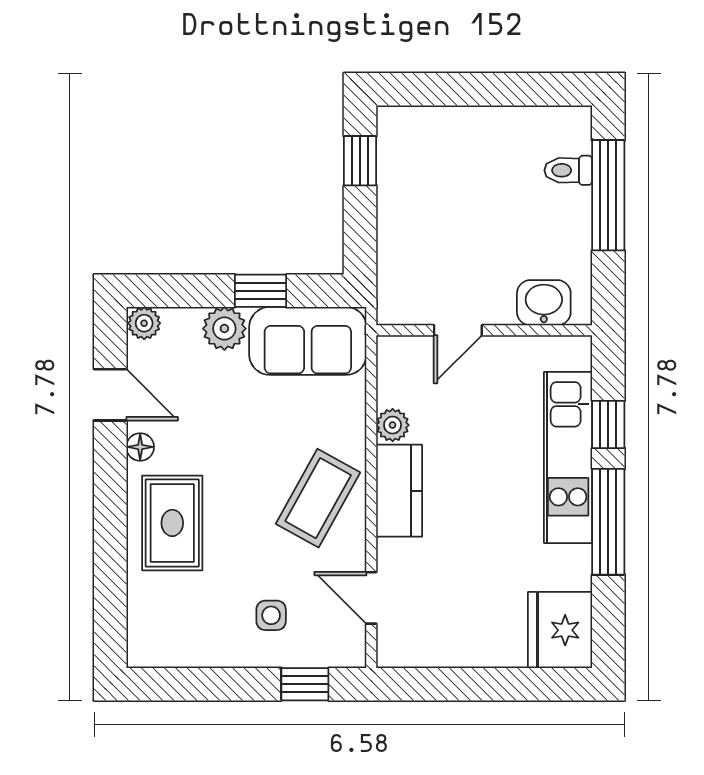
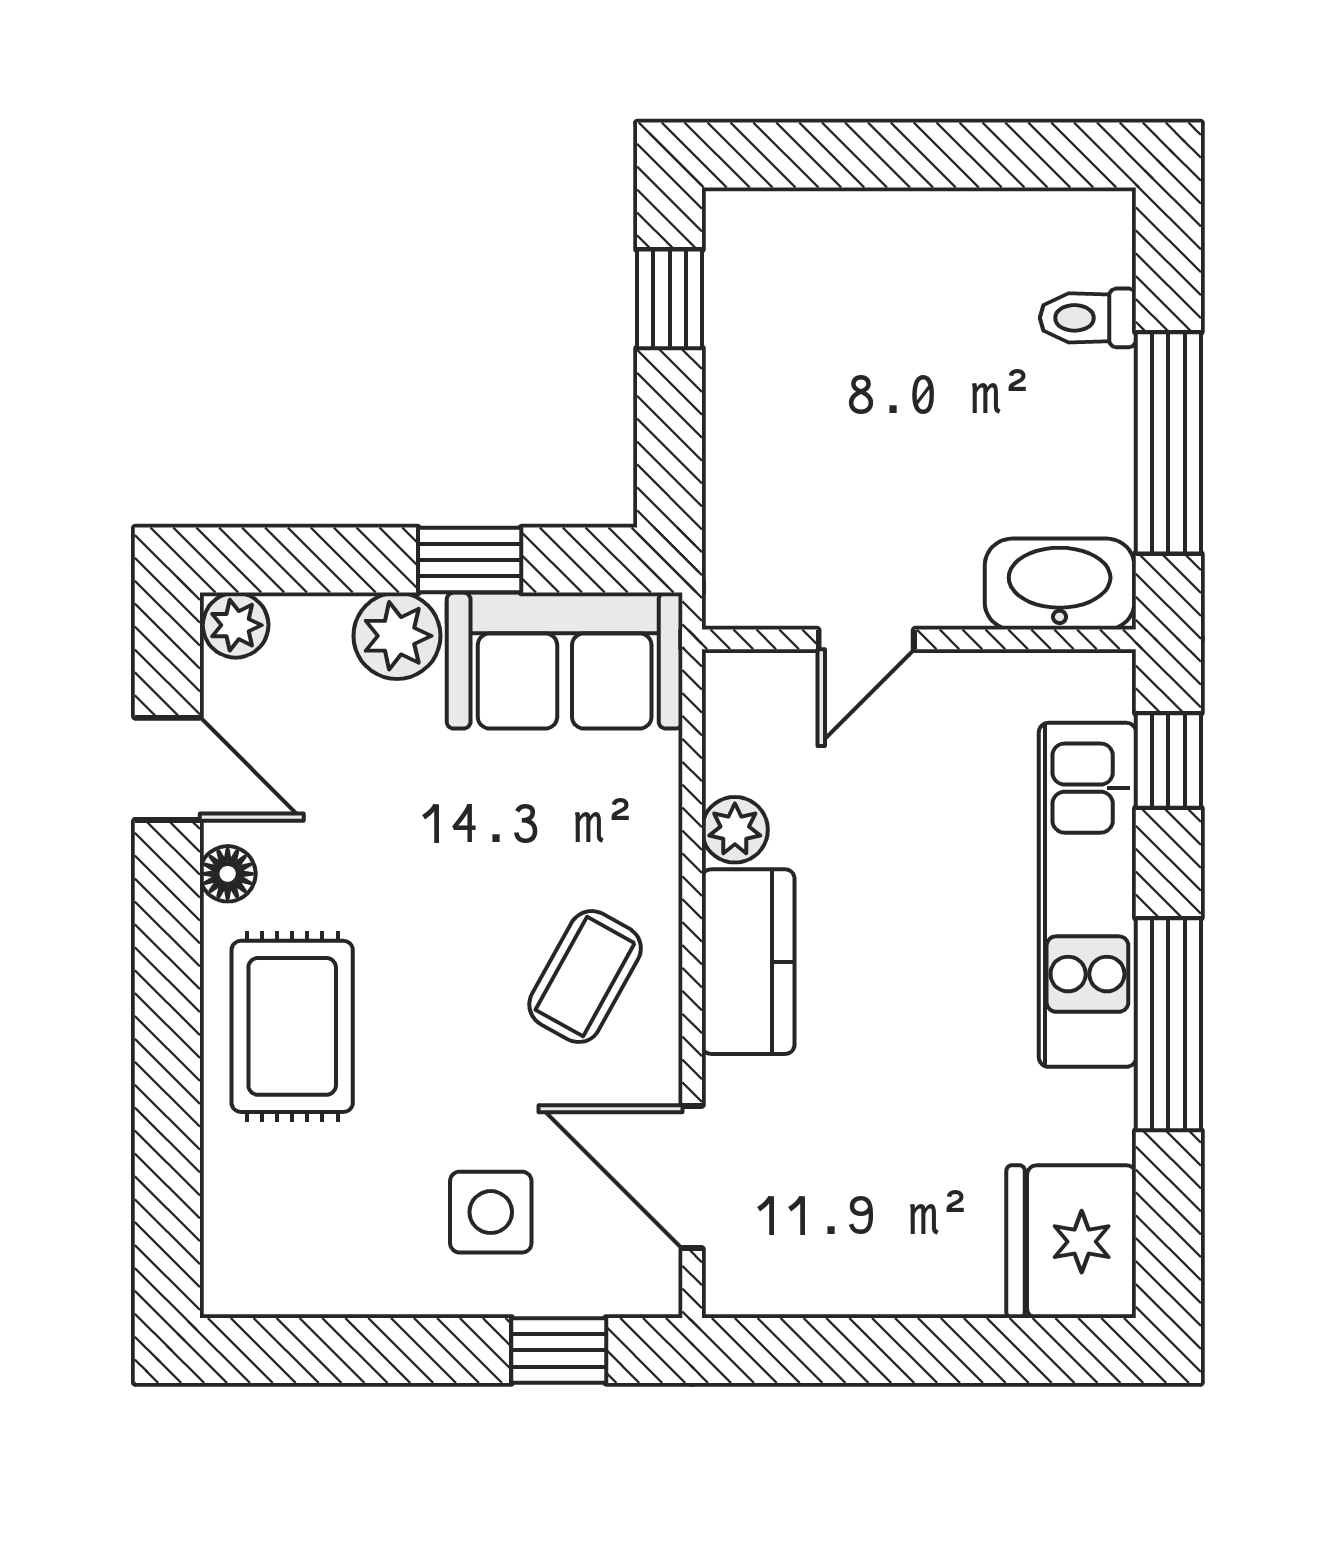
window: (608, 195) -> (1168, 443), moved
washbasin: (544, 303) -> (1060, 584), width x1.38
window: (608, 424) -> (1168, 761), moved
coffee table: (318, 498) -> (585, 977), width x0.73, depth x0.77
door: (371, 598) -> (692, 1177), width x1.38
side table: (271, 615) -> (491, 1212), width x1.37, depth x1.37

